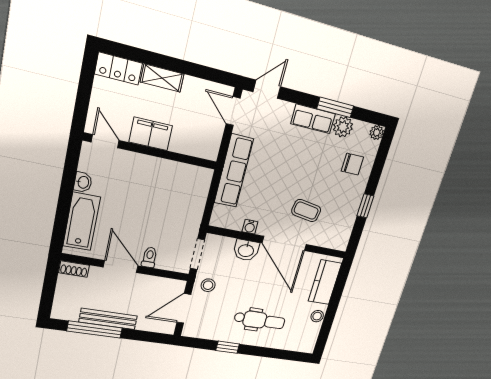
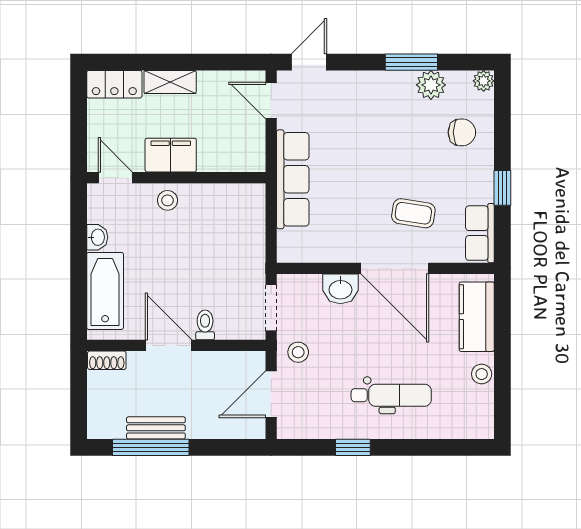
row of seats: (313, 119) -> (480, 233), moved, turned 90
stool: (141, 167) -> (168, 200), added
water cooler: (250, 227) -> (337, 253), removed
bench: (108, 319) -> (156, 428), width x0.73

